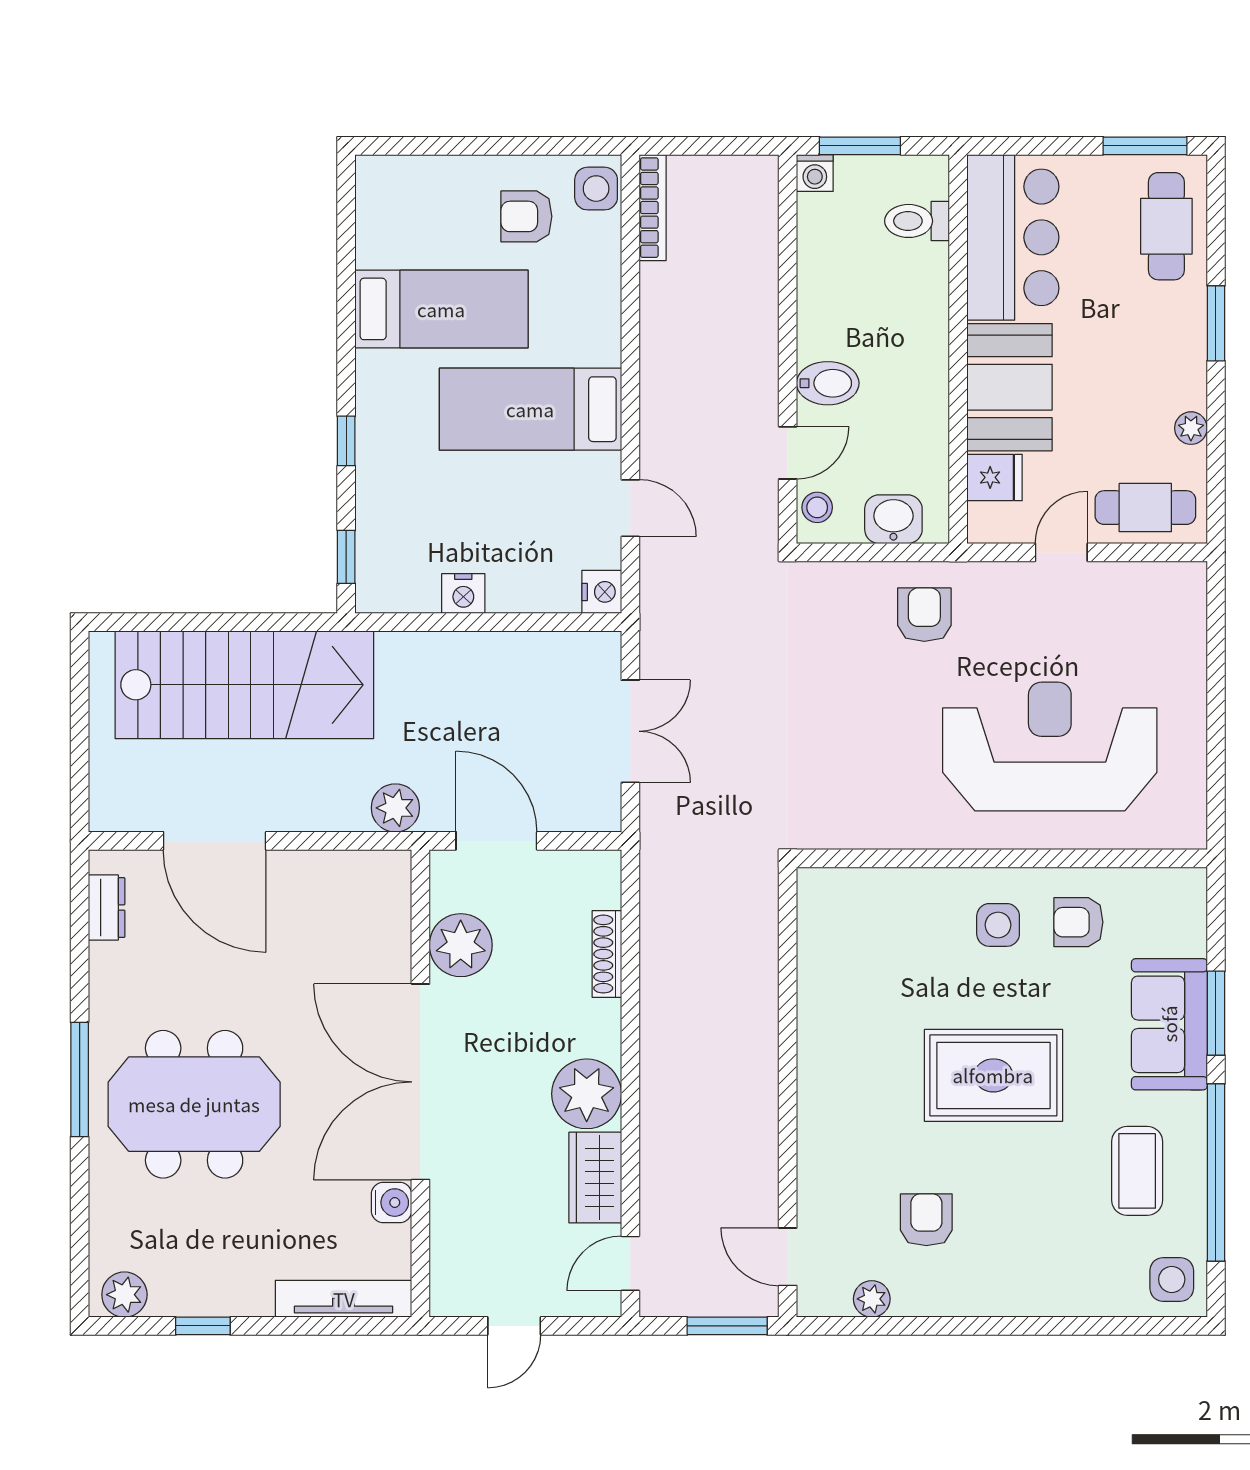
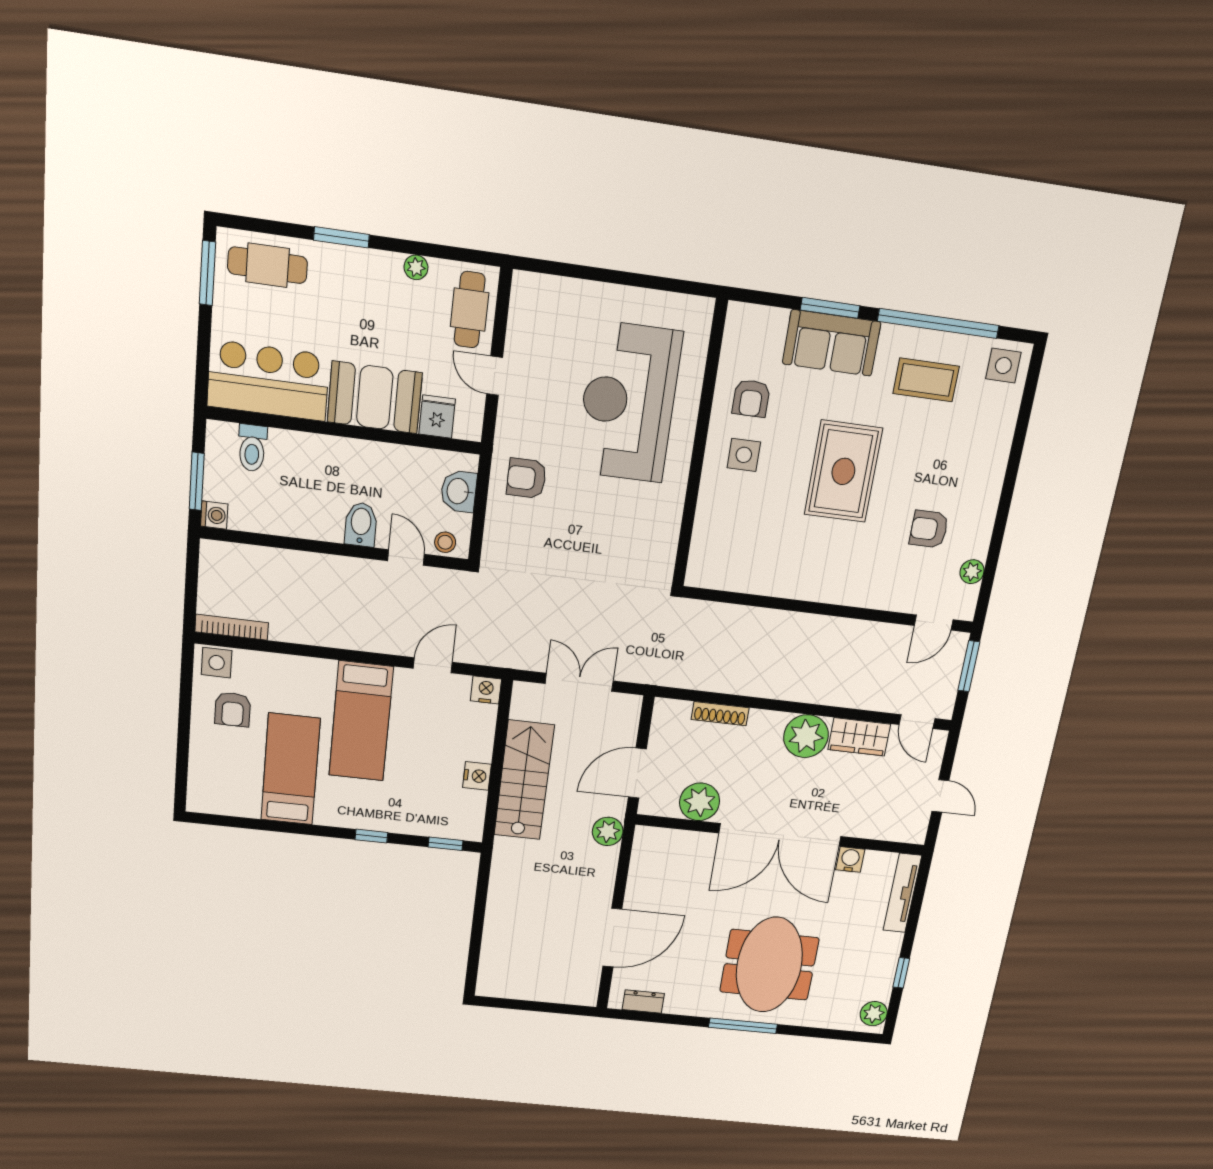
stairs: (244, 685) -> (524, 780), moved, width x0.73, depth x0.66

